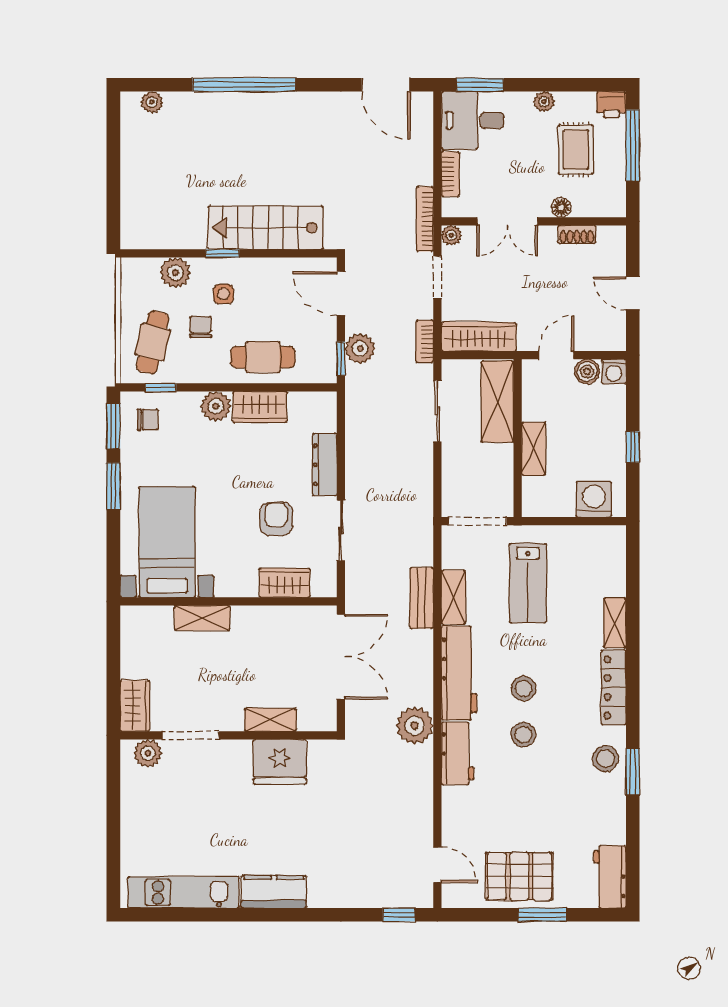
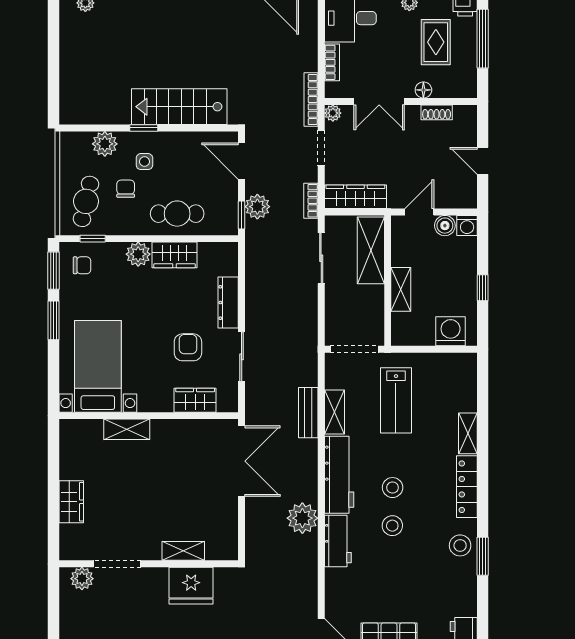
shelving: (270, 720) -> (183, 551), moved
doorway: (190, 735) -> (117, 564), moved
wall: (228, 735) -> (149, 564), moved
plant: (148, 753) -> (82, 579), moved
fridge: (280, 762) -> (191, 586), moved

